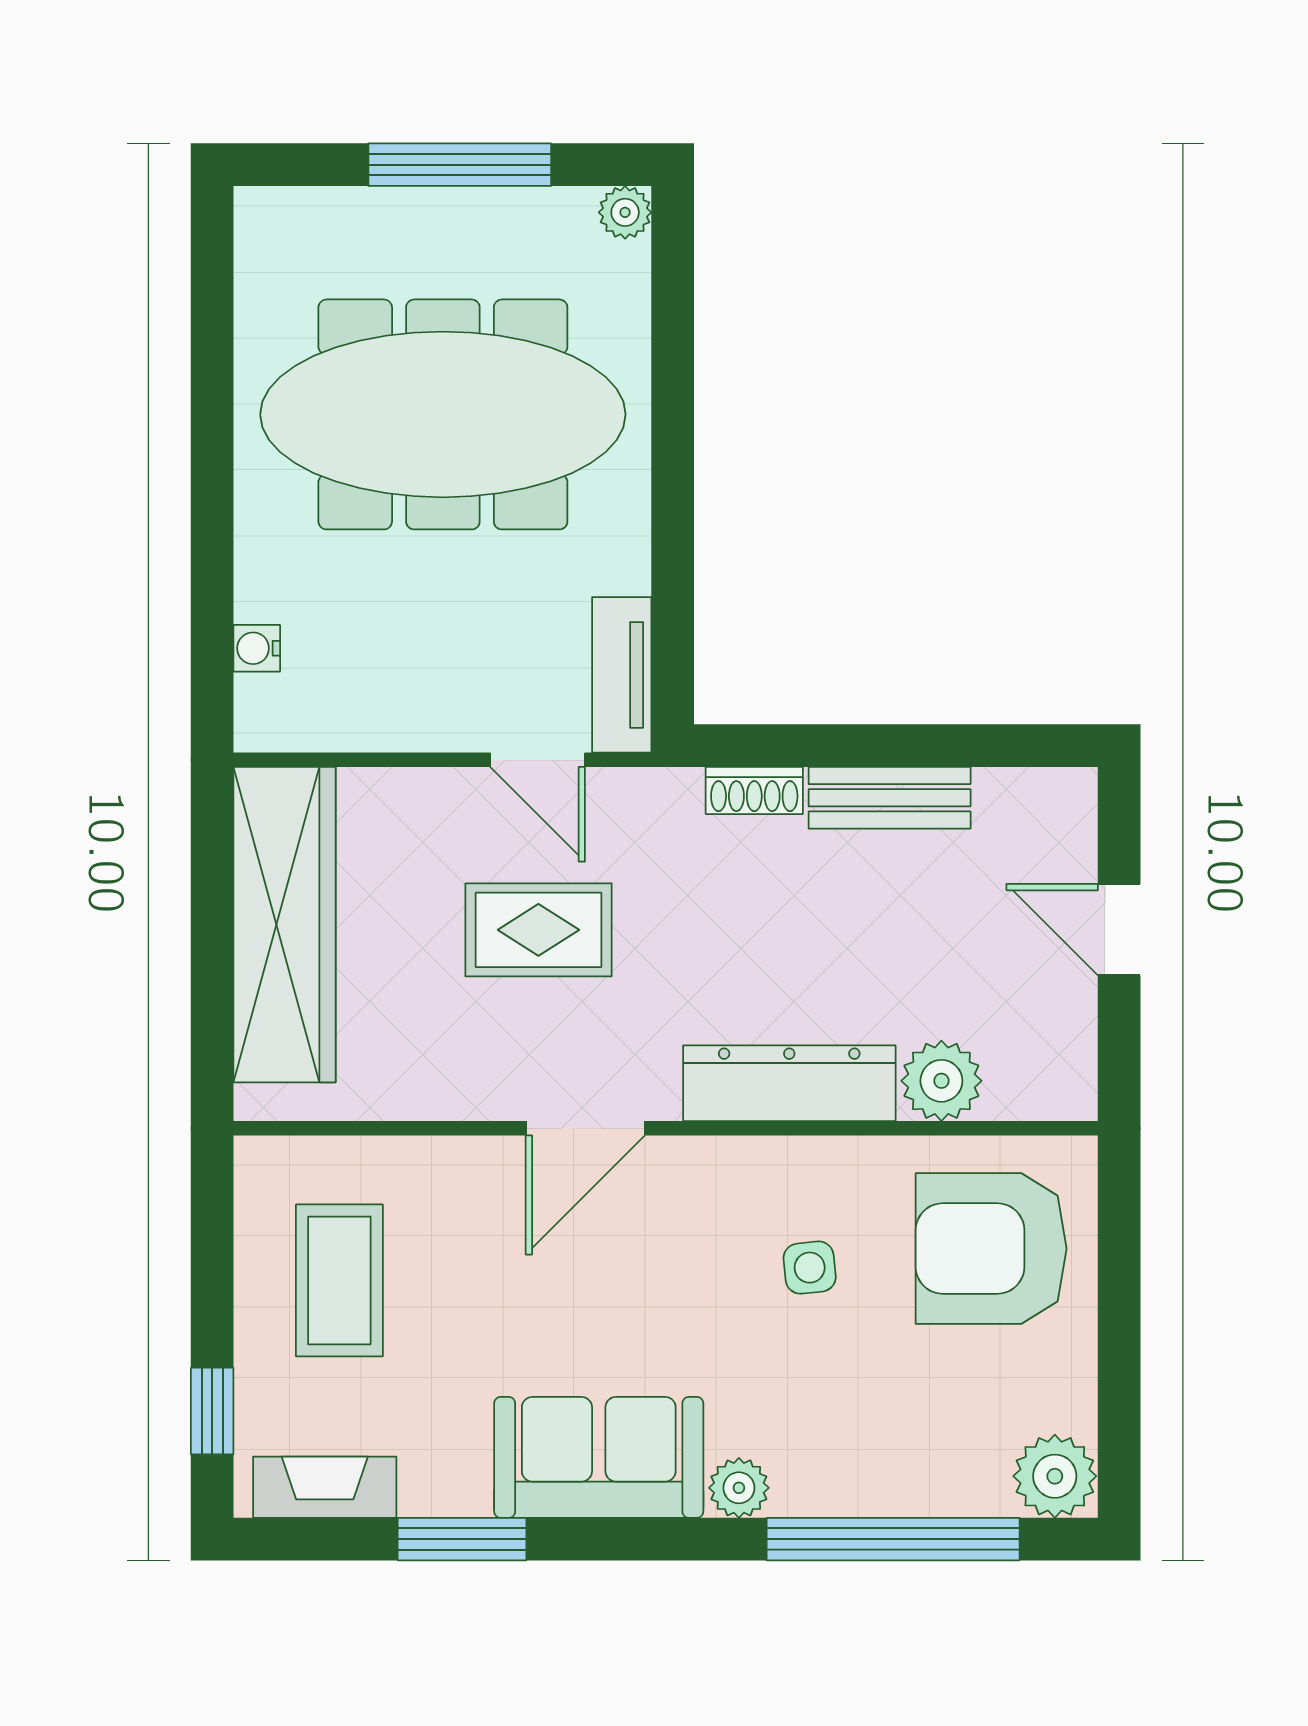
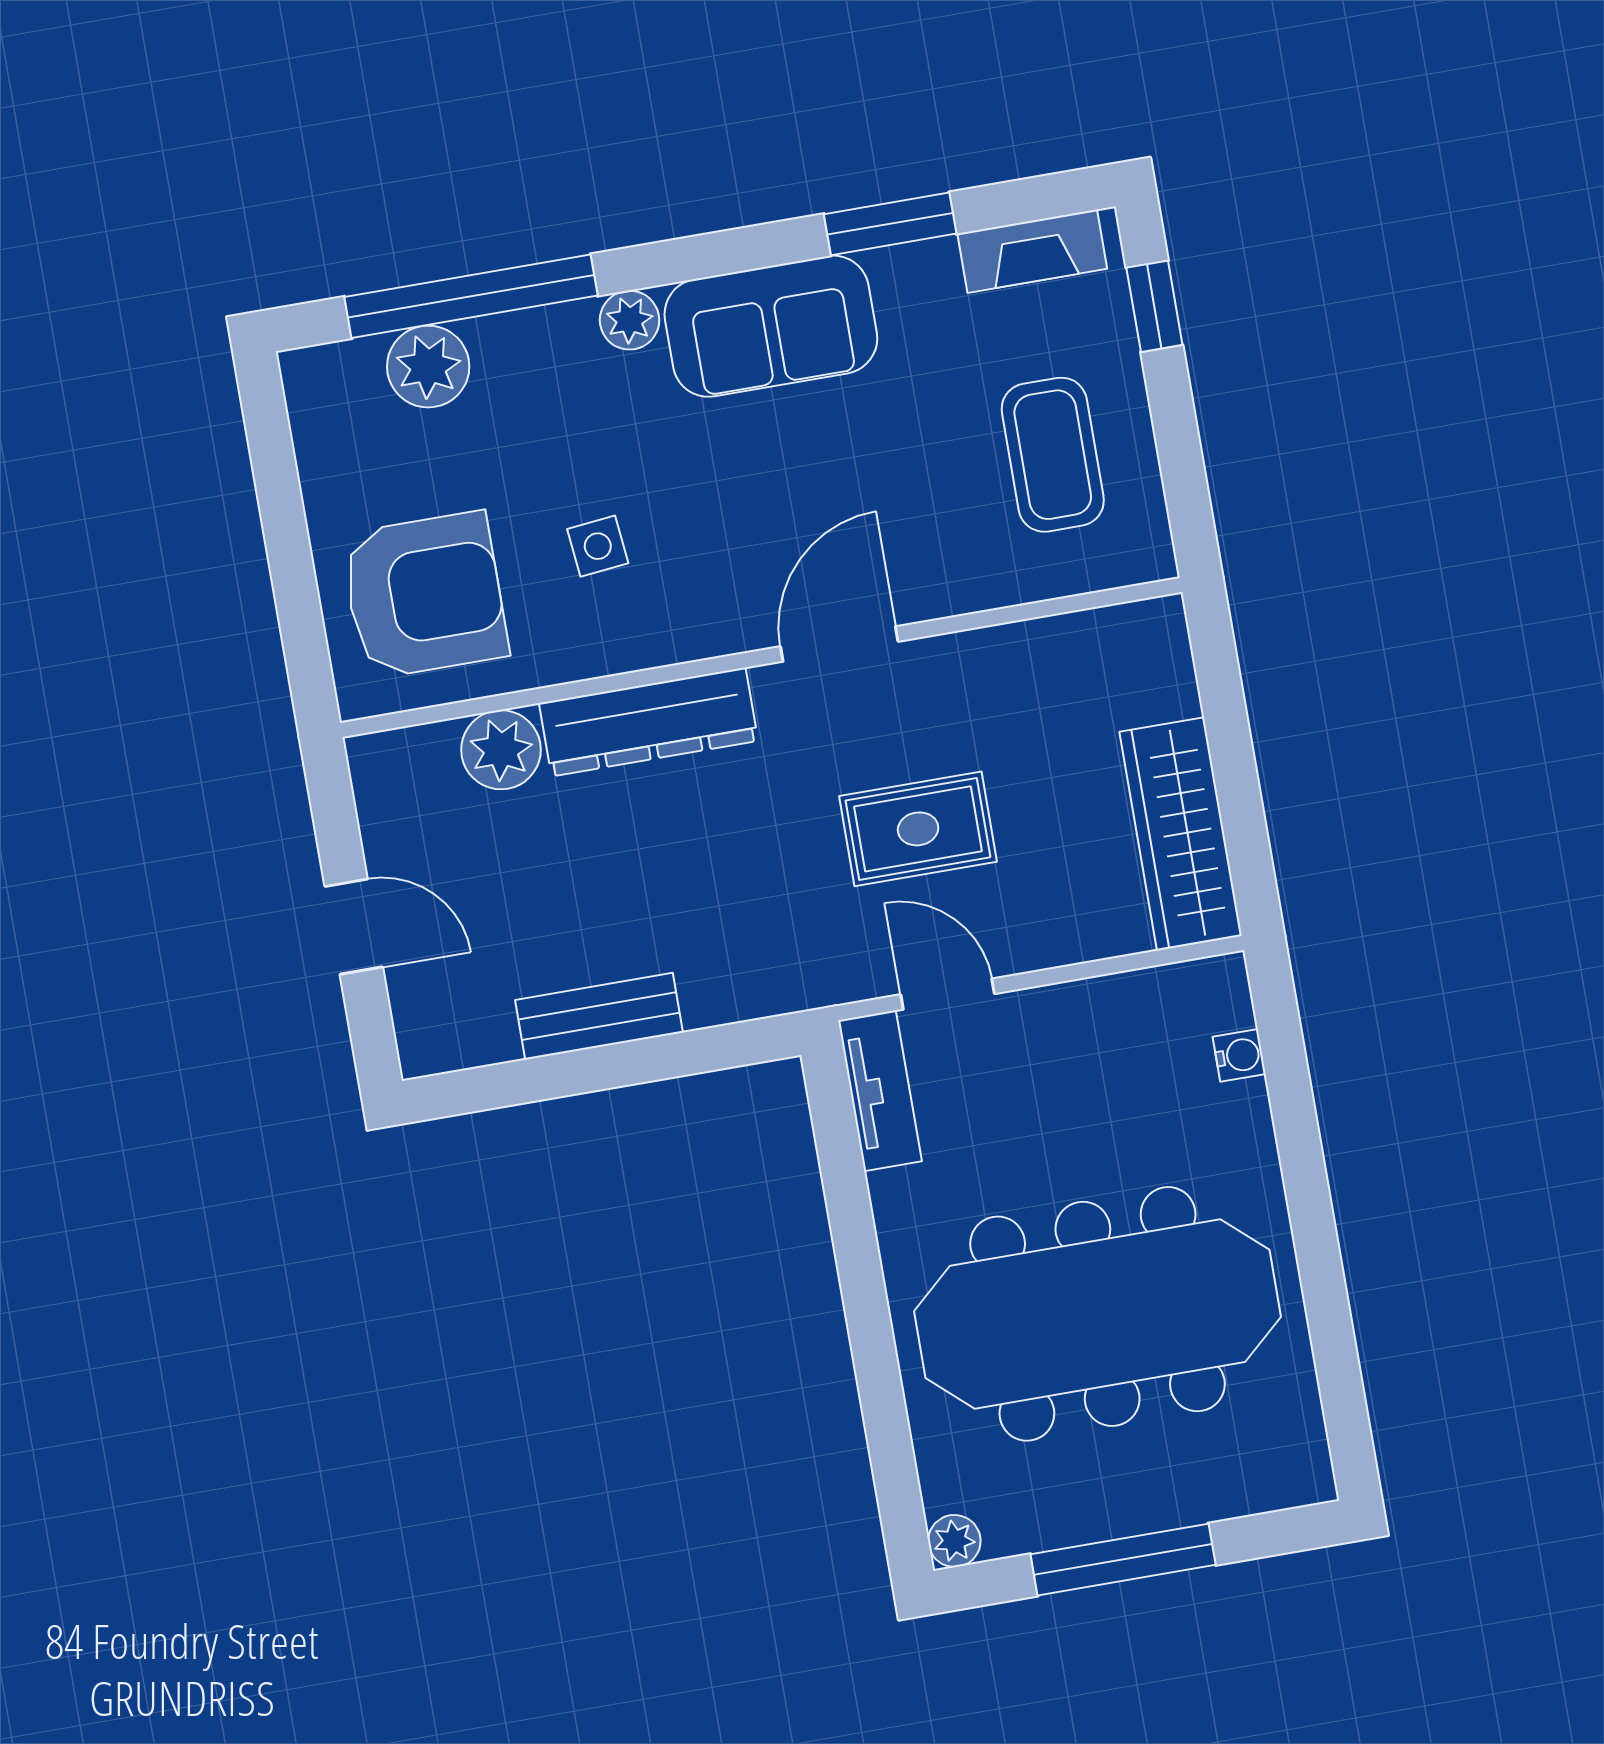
shoe rack: (754, 790) -> (732, 1001), removed
wardrobe: (285, 925) -> (1181, 834), width x0.71, depth x0.85
plant: (1055, 1476) -> (428, 367), moved

